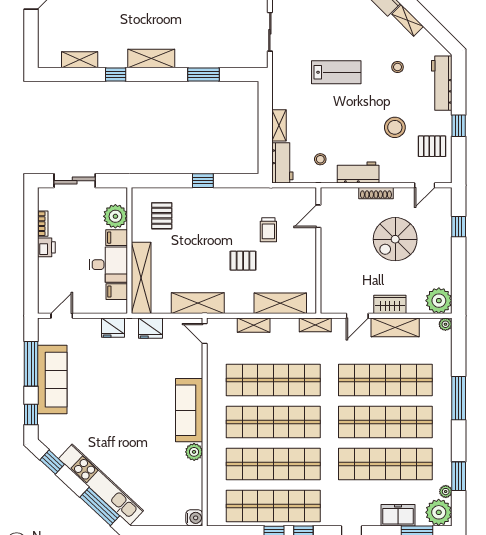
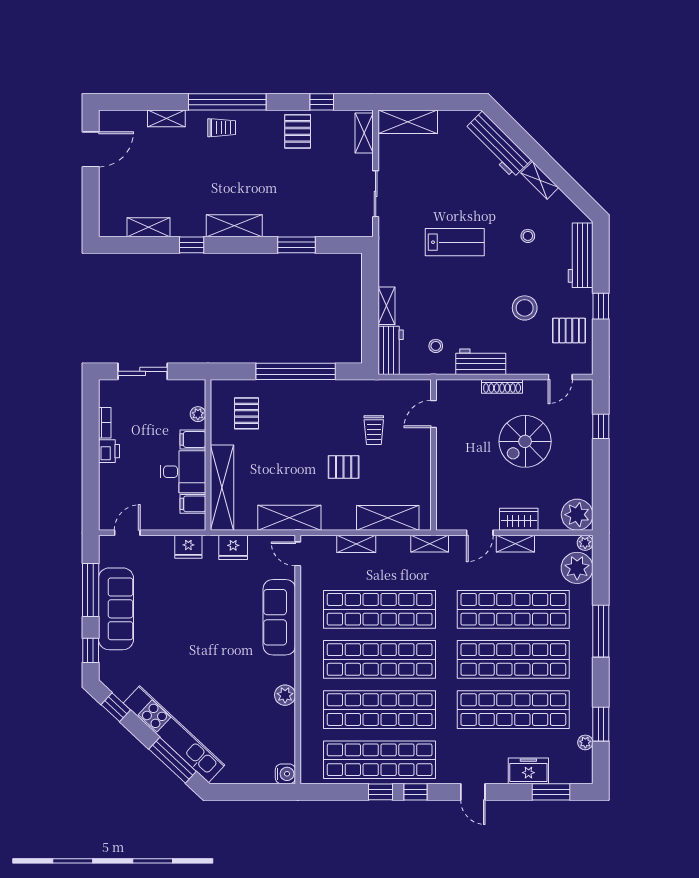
window: (203, 181) -> (296, 371), width x3.17
plant: (115, 216) -> (198, 414), width x0.53, depth x0.53
shelving: (395, 327) -> (515, 544), width x0.67, depth x0.75
sofa: (189, 410) -> (279, 617), moved
plant: (439, 512) -> (577, 568), moved

